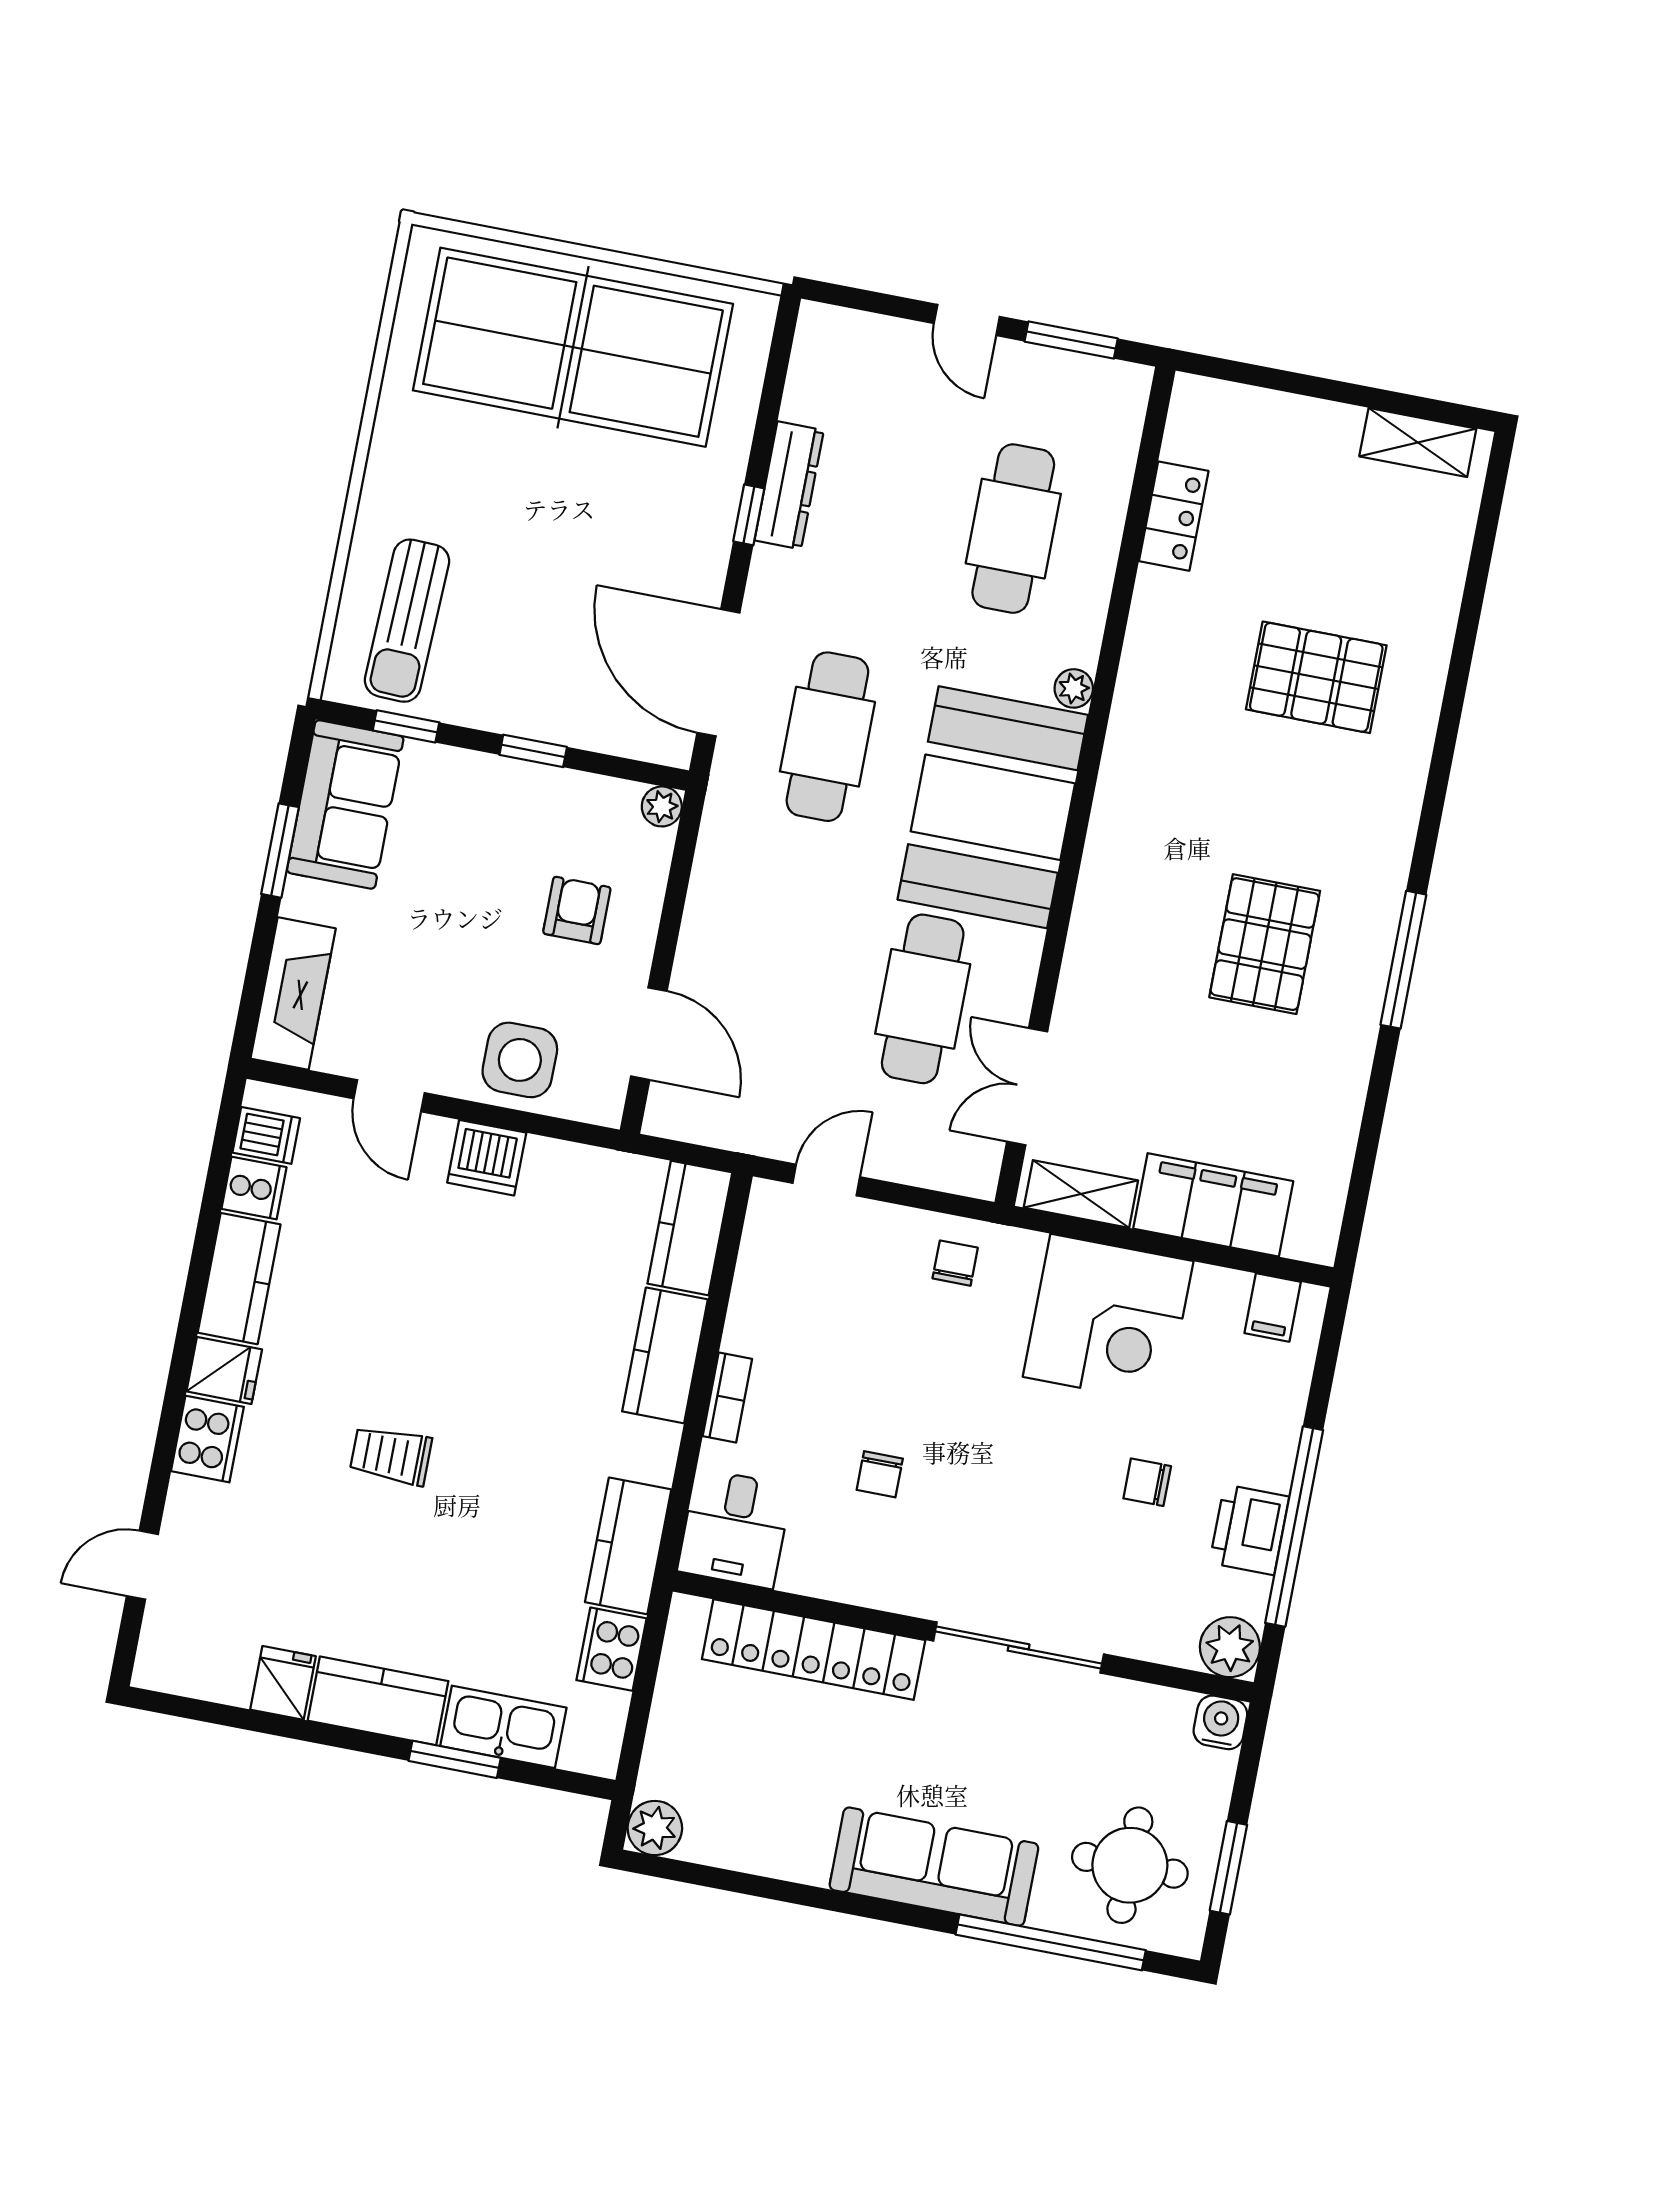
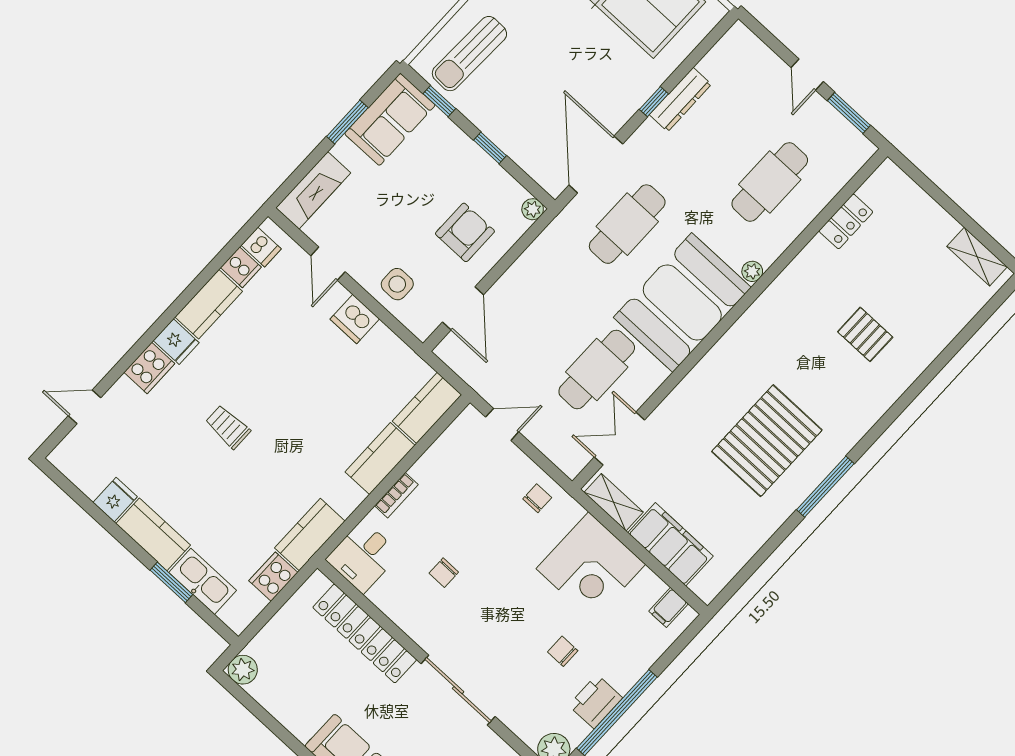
pallet: (1316, 677) -> (865, 334), width x0.67, depth x0.71
armchair: (577, 910) -> (465, 232), width x1.38, depth x1.38
pallet: (1265, 944) -> (767, 441), width x1.37, depth x1.41
side table: (520, 1060) -> (397, 284), width x0.73, depth x0.73

